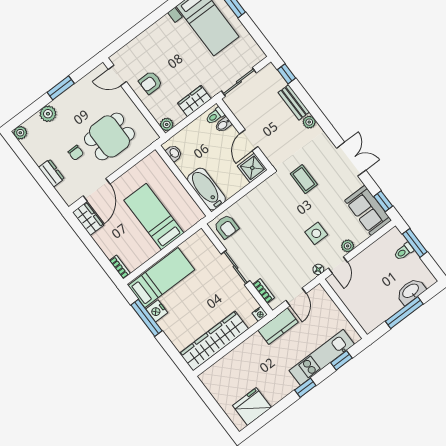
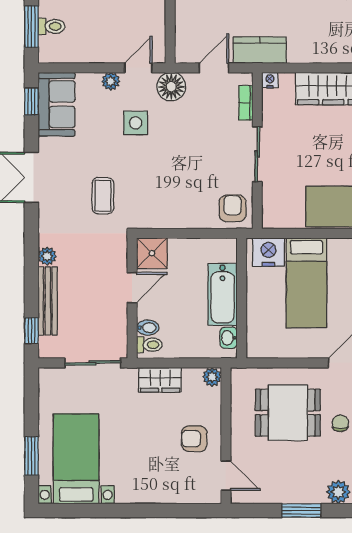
armchair: (150, 83) -> (194, 439), turned 180
bench: (294, 102) -> (48, 301), width x1.36
bathtub: (206, 189) -> (223, 294), moved
nightstand: (188, 218) -> (269, 252), added
floor lamp: (318, 269) -> (171, 87), width x1.89, depth x1.89

